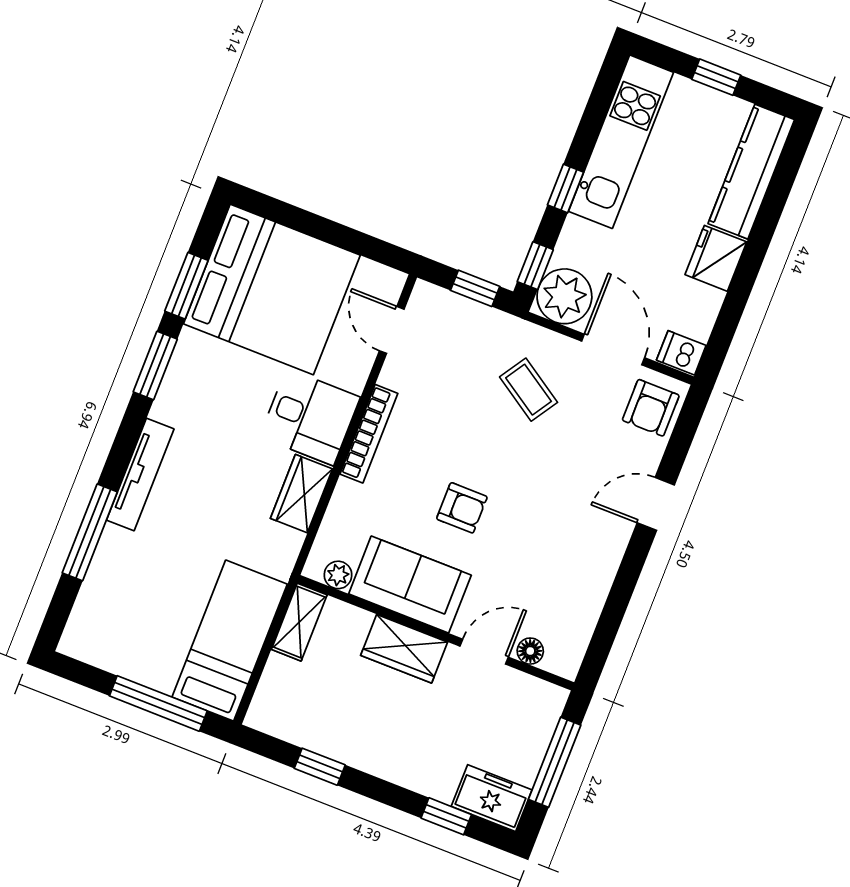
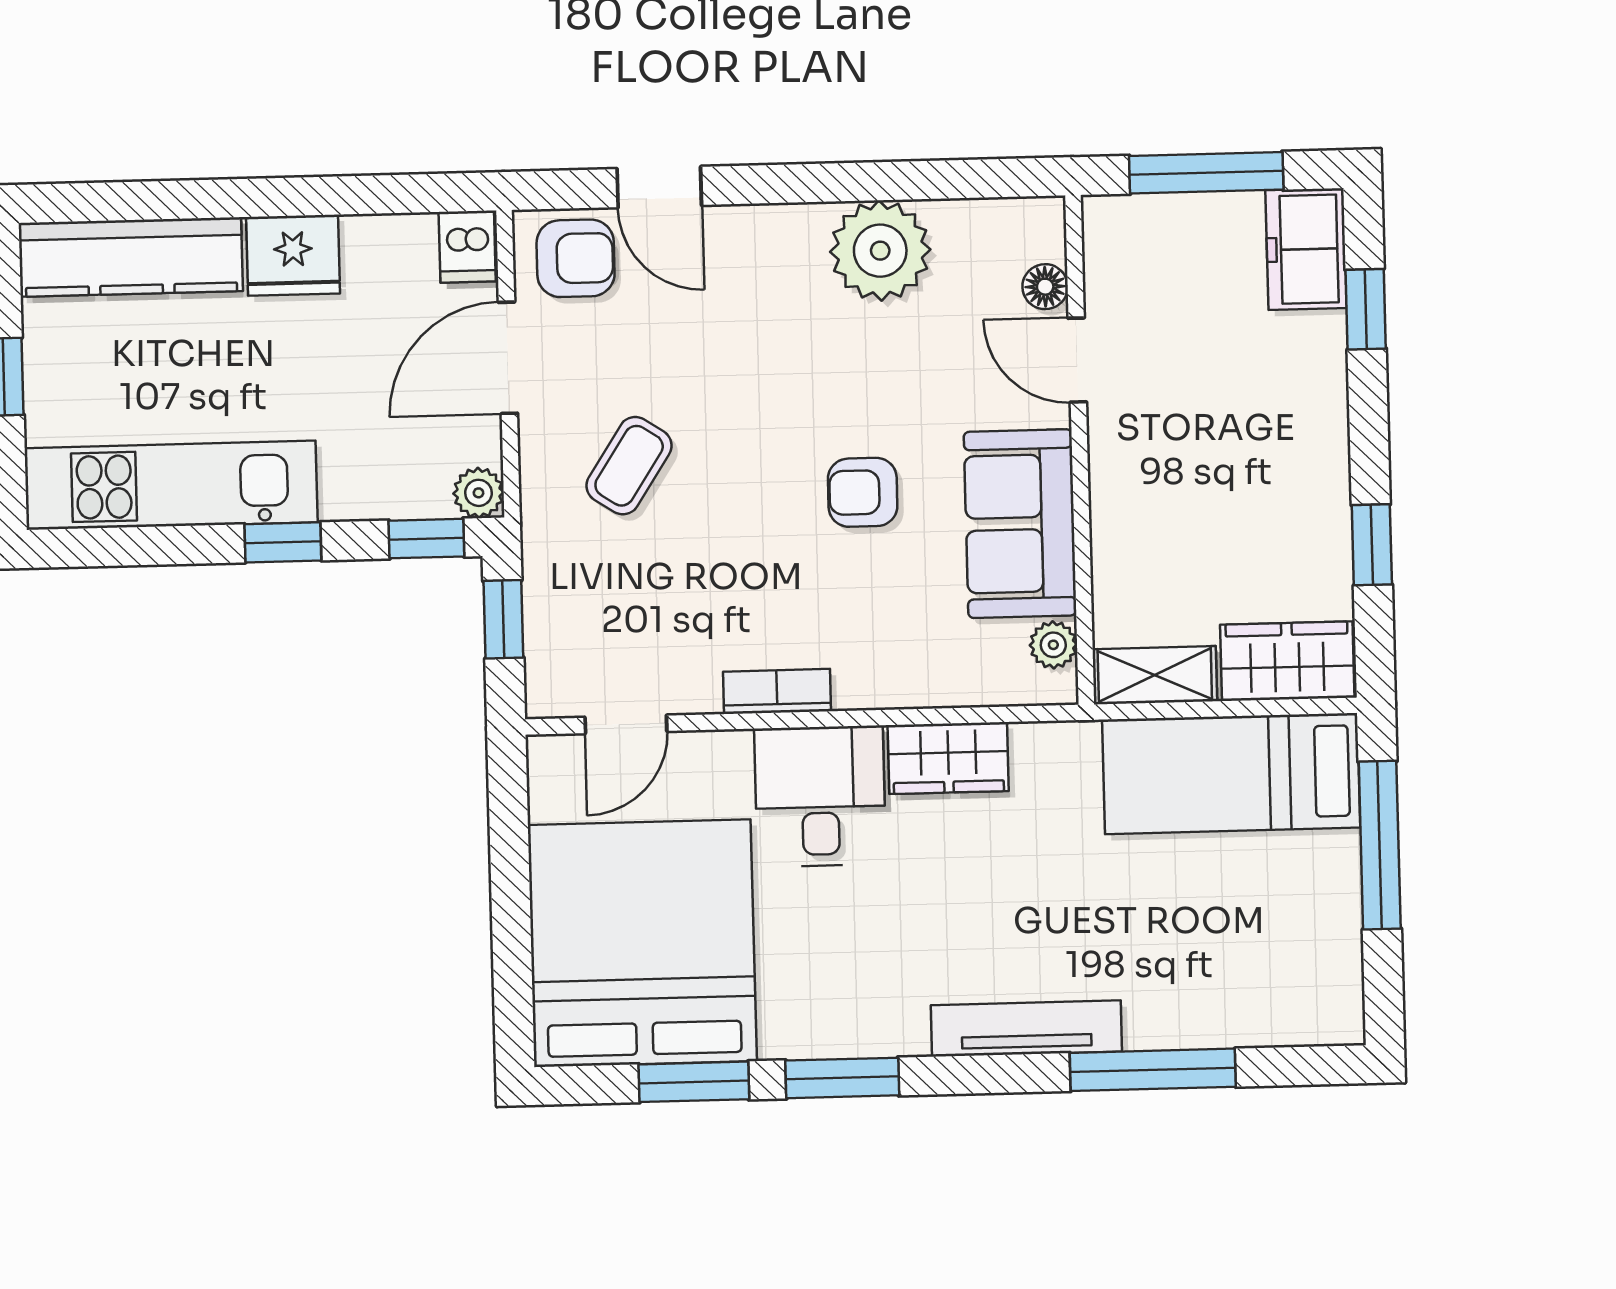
plant: (564, 296) -> (479, 493), width x0.53, depth x0.53
bookcase: (369, 434) -> (777, 691), width x0.64
door: (656, 504) -> (659, 187), moved
armchair: (462, 508) -> (863, 492), turned -90
plant: (586, 571) -> (880, 251), added
wardrobe: (404, 649) -> (1287, 661), moved, turned -90

